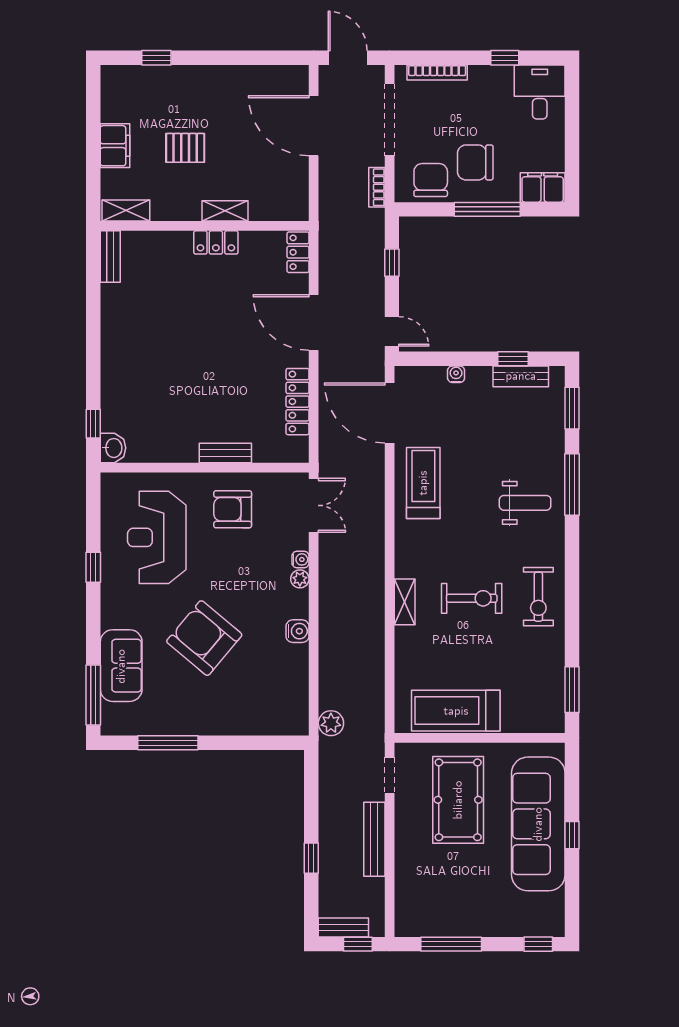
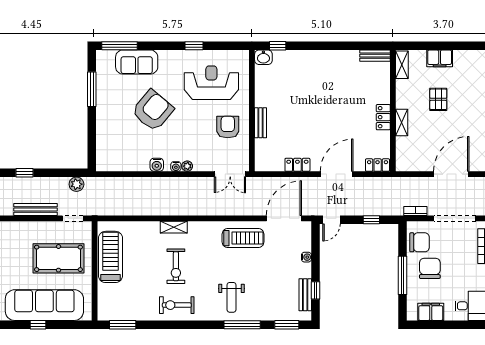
filing cabinet: (543, 187) -> (431, 312), moved, turned -90
locker: (298, 402) -> (297, 165), width x0.66
water cooler: (300, 559) -> (176, 166), moved
plant: (331, 723) -> (76, 184), moved

